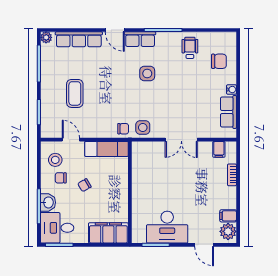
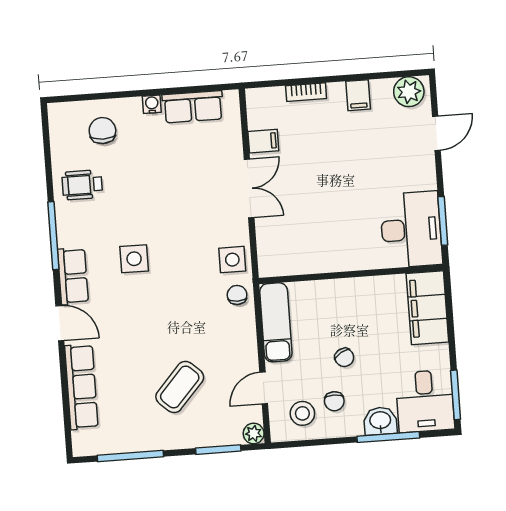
door: (115, 30) -> (60, 323), hinge flipped
plant: (46, 37) -> (254, 433), moved
coffee table: (75, 93) -> (180, 387), turned -48
filing cabinet: (219, 149) -> (263, 141), moved
filing cabinet: (228, 216) -> (358, 95), moved
desk: (167, 227) -> (411, 230), moved

